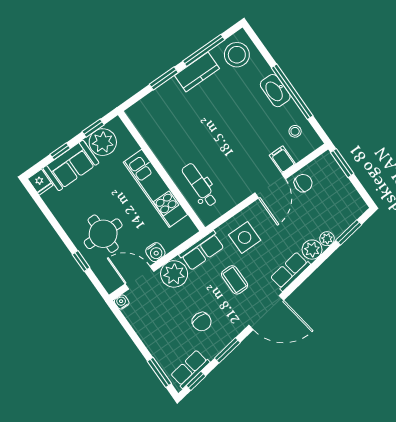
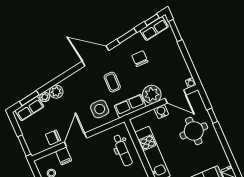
row of seats: (290, 271) -> (29, 109), moved

